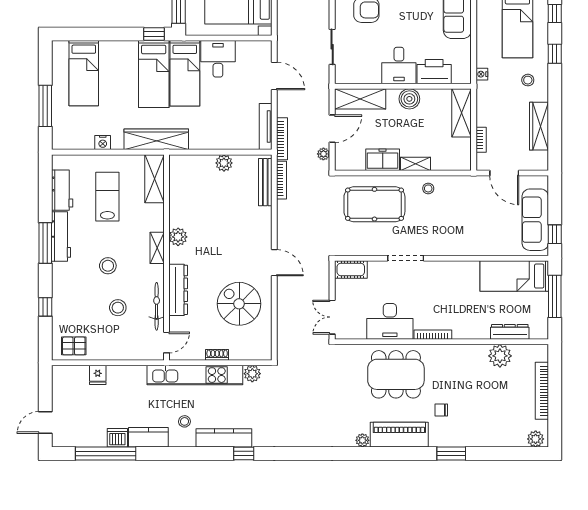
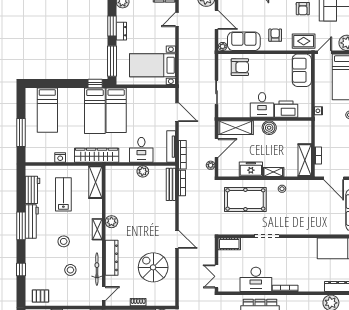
desk: (218, 59) -> (141, 150), moved, turned 180
shelving: (462, 113) -> (305, 160), moved

